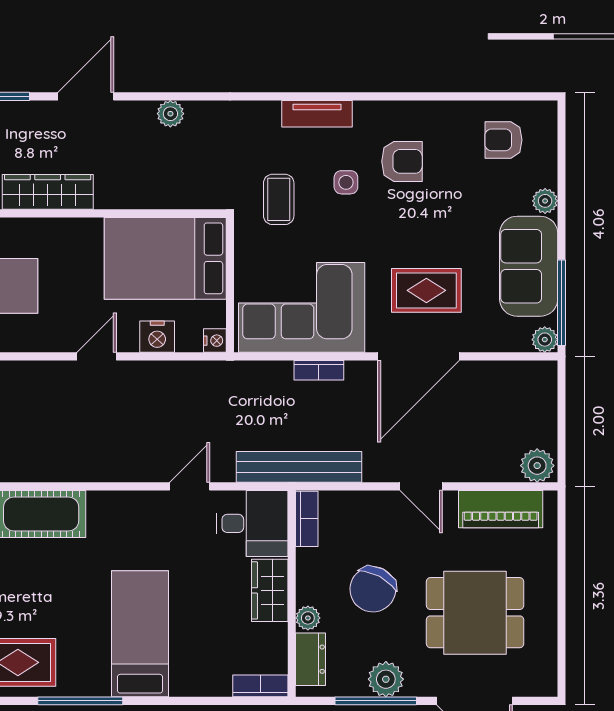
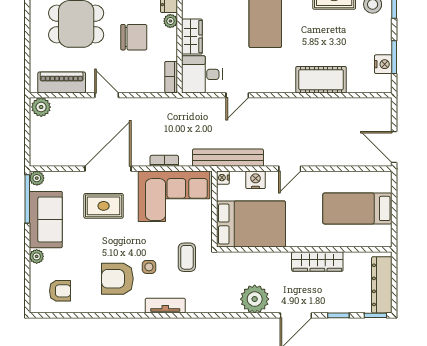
plant: (170, 114) -> (255, 299), width x1.88, depth x1.88
armchair: (402, 161) -> (117, 279), width x1.38, depth x1.38
bench: (299, 467) -> (228, 158), moved
chair: (373, 589) -> (134, 37), turned 62

